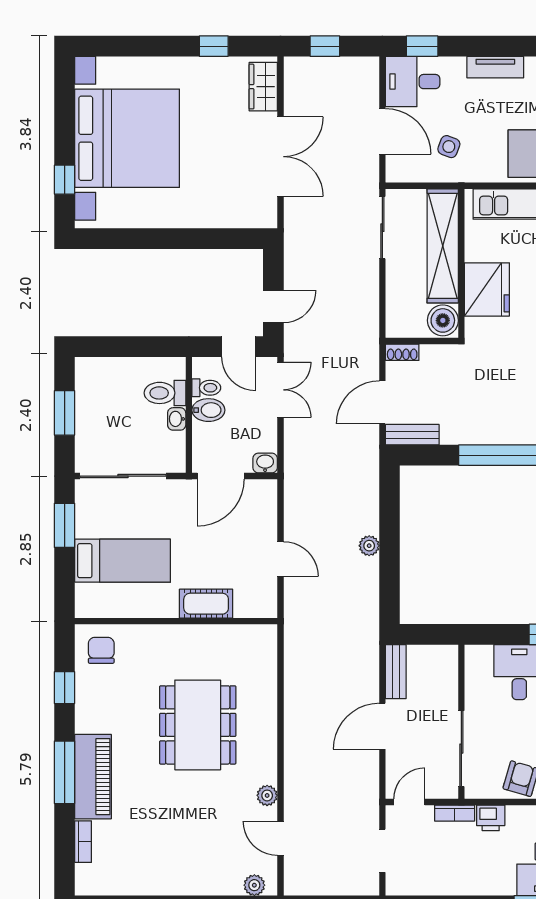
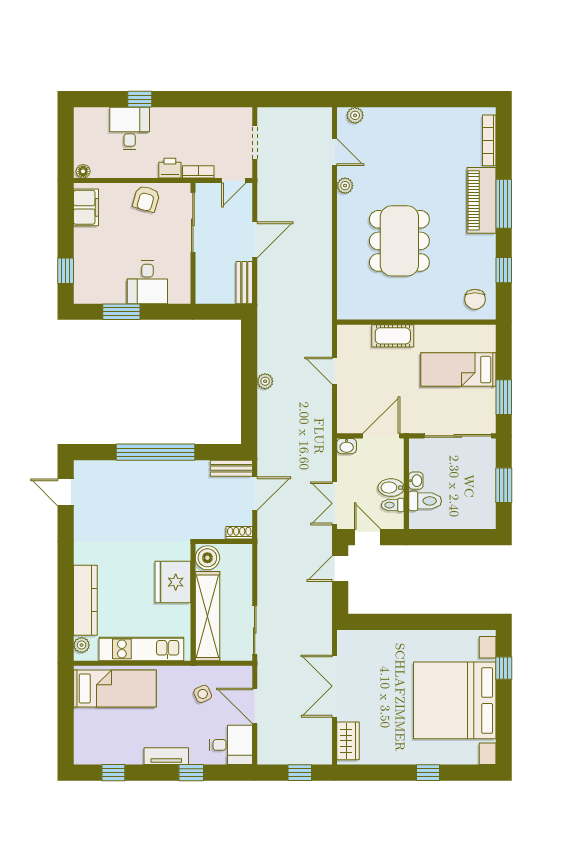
window: (214, 46) -> (428, 773), moved
window: (422, 46) -> (191, 773), moved
side table: (449, 147) -> (203, 694), turned 45
bookcase: (83, 842) -> (489, 140), width x1.56

